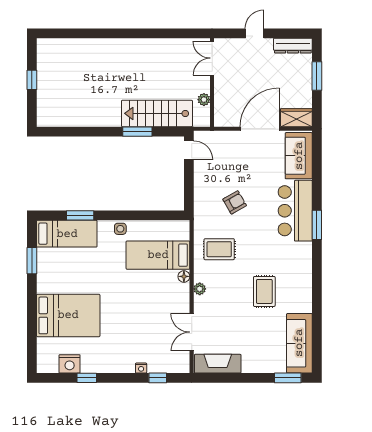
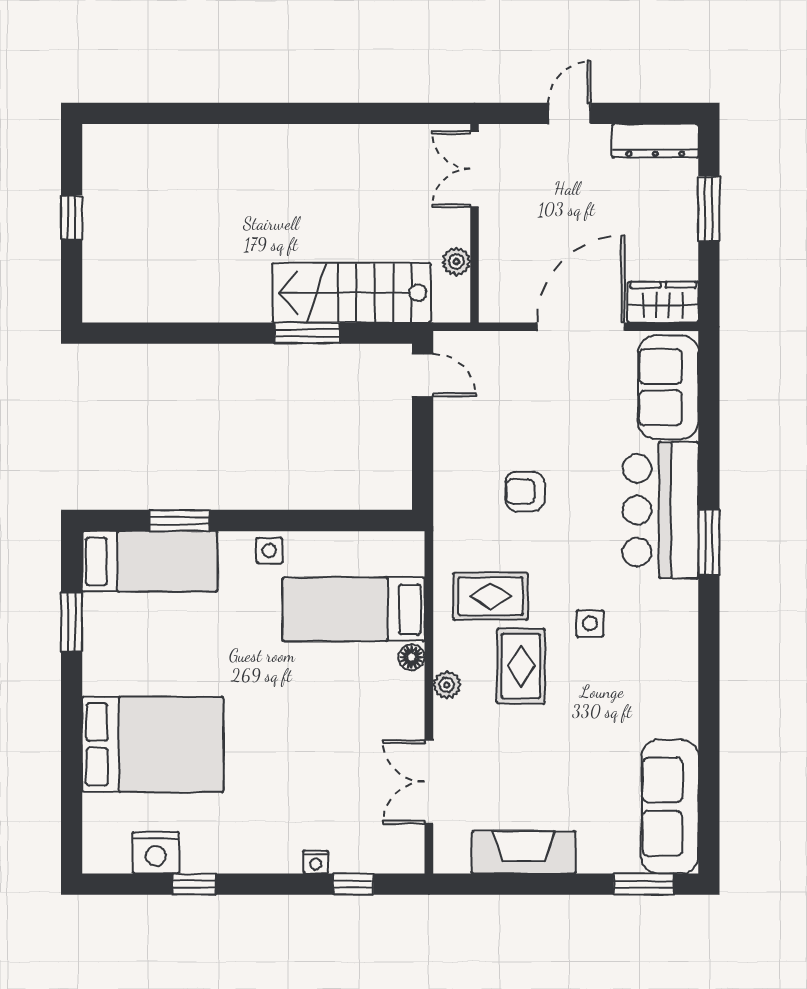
armchair: (235, 202) -> (525, 492), turned -150
side table: (264, 261) -> (590, 623), added
rug: (264, 291) -> (521, 666), moved
fireplace: (218, 364) -> (524, 852), moved

